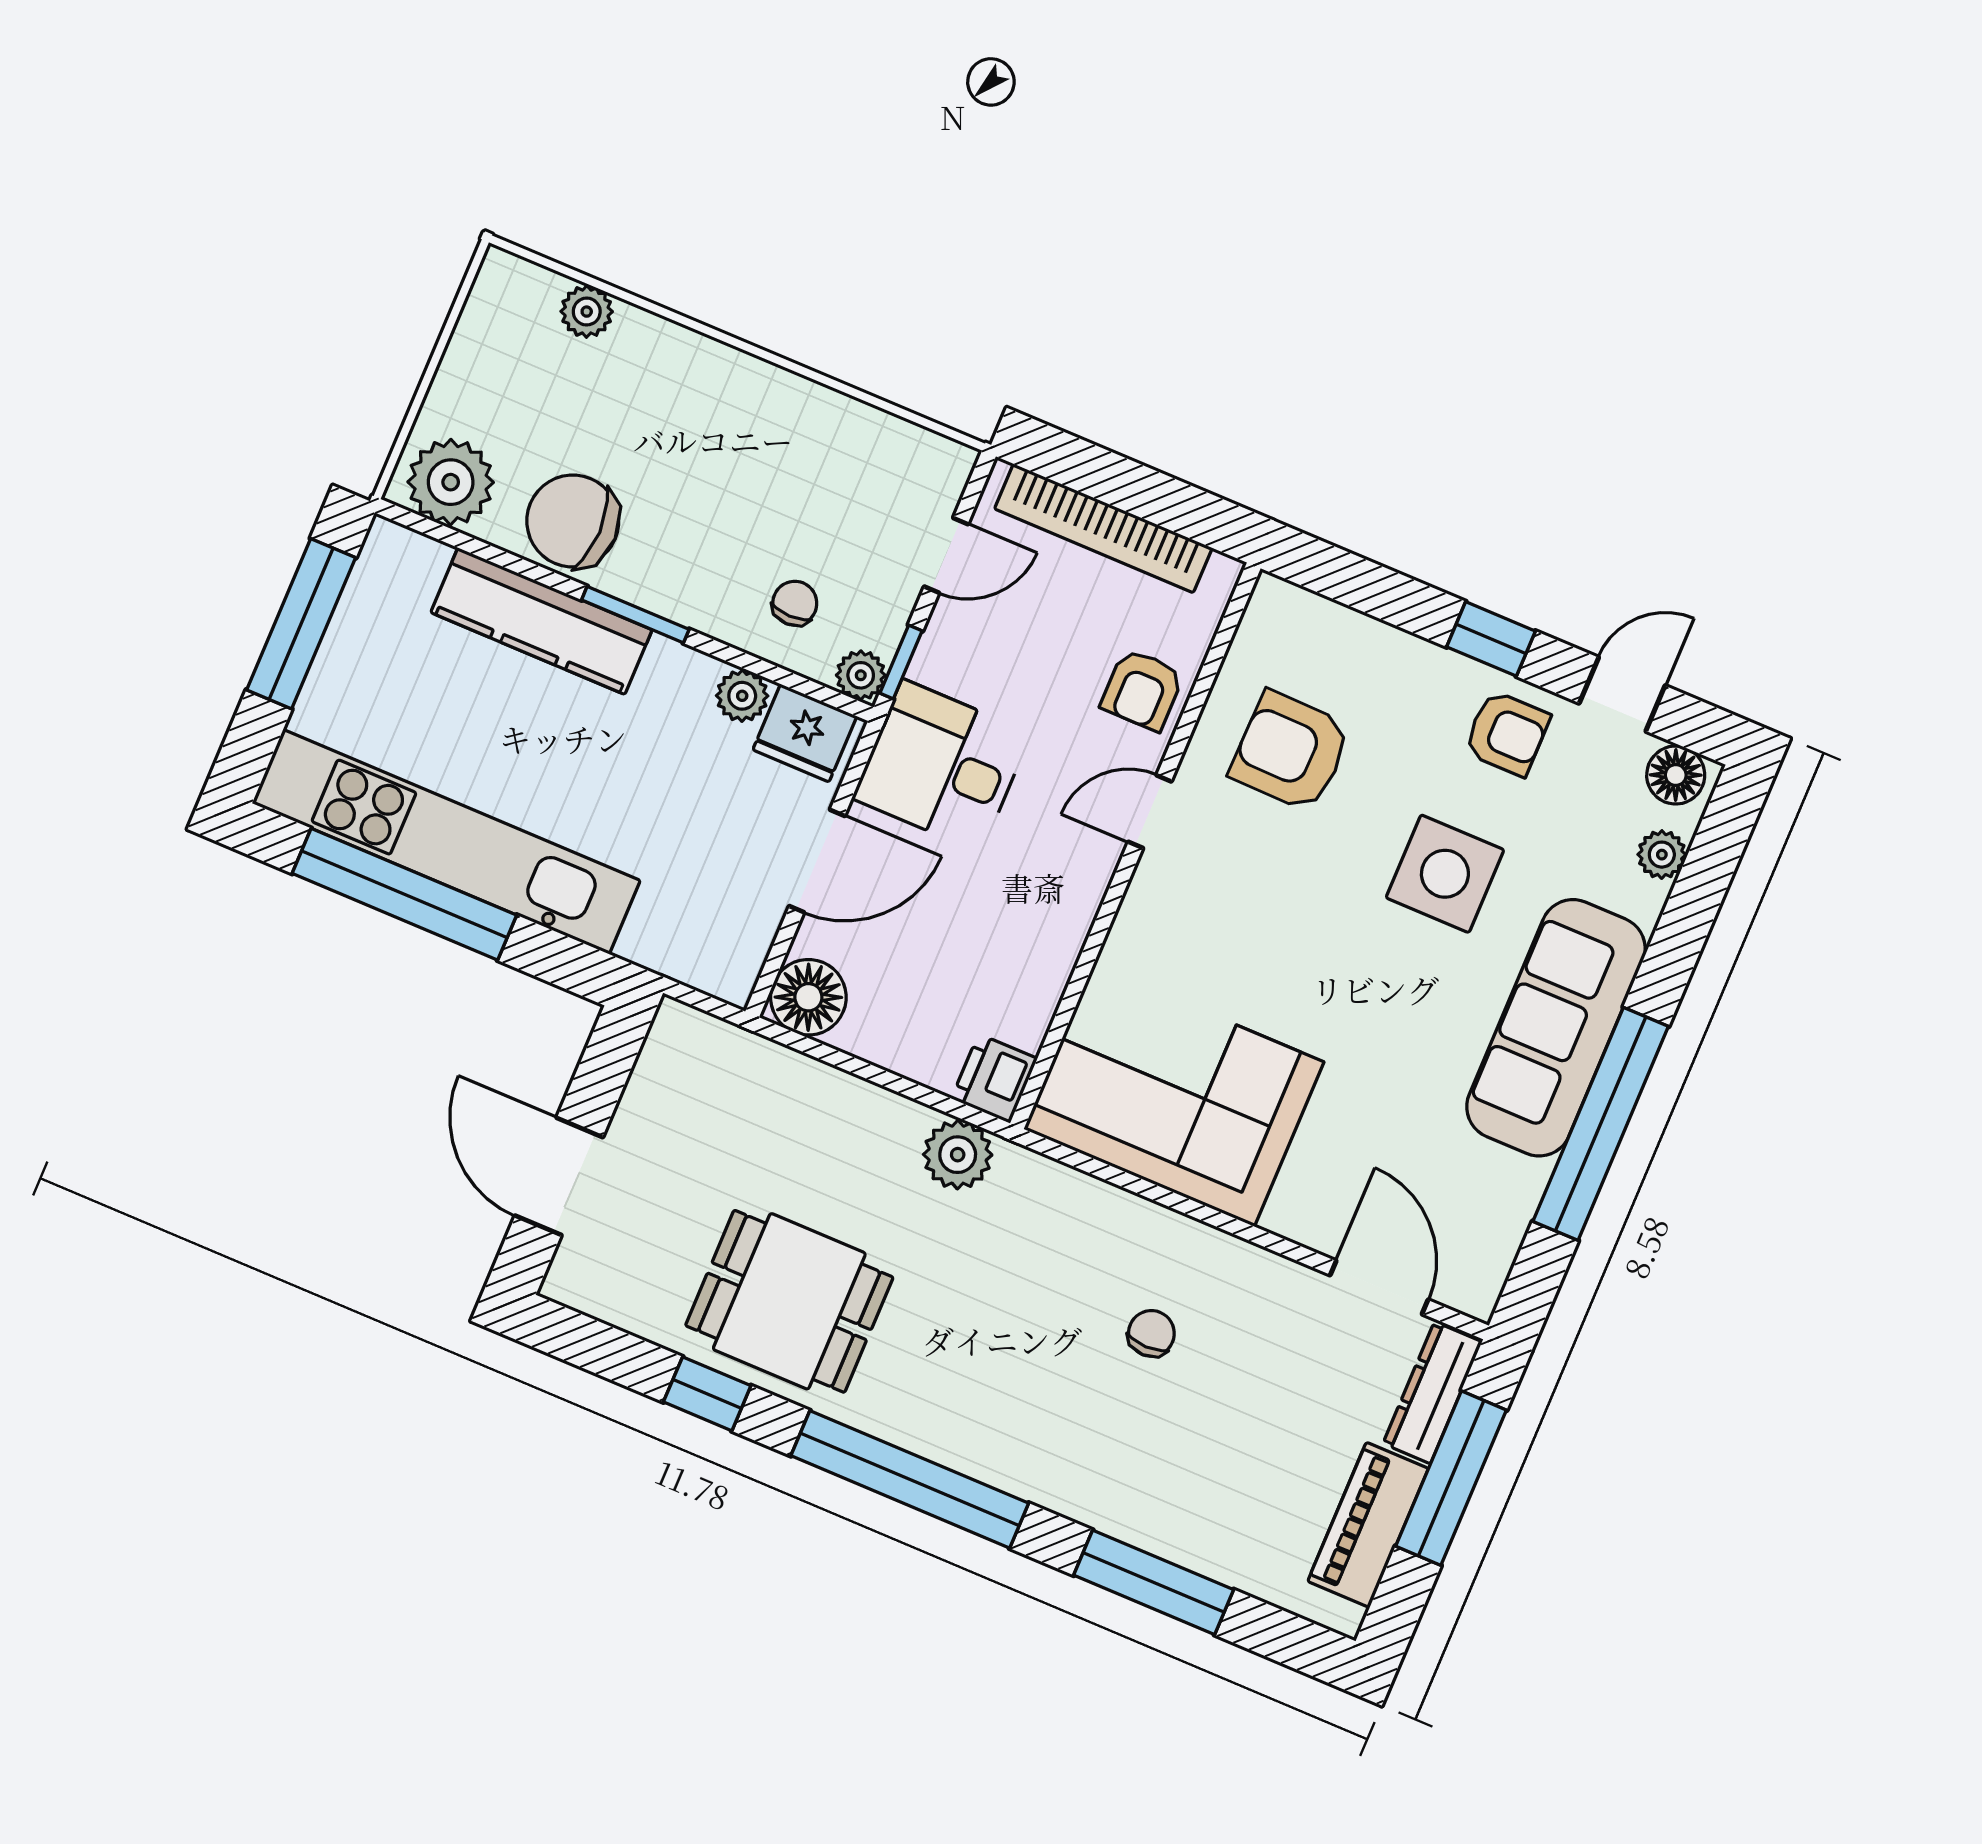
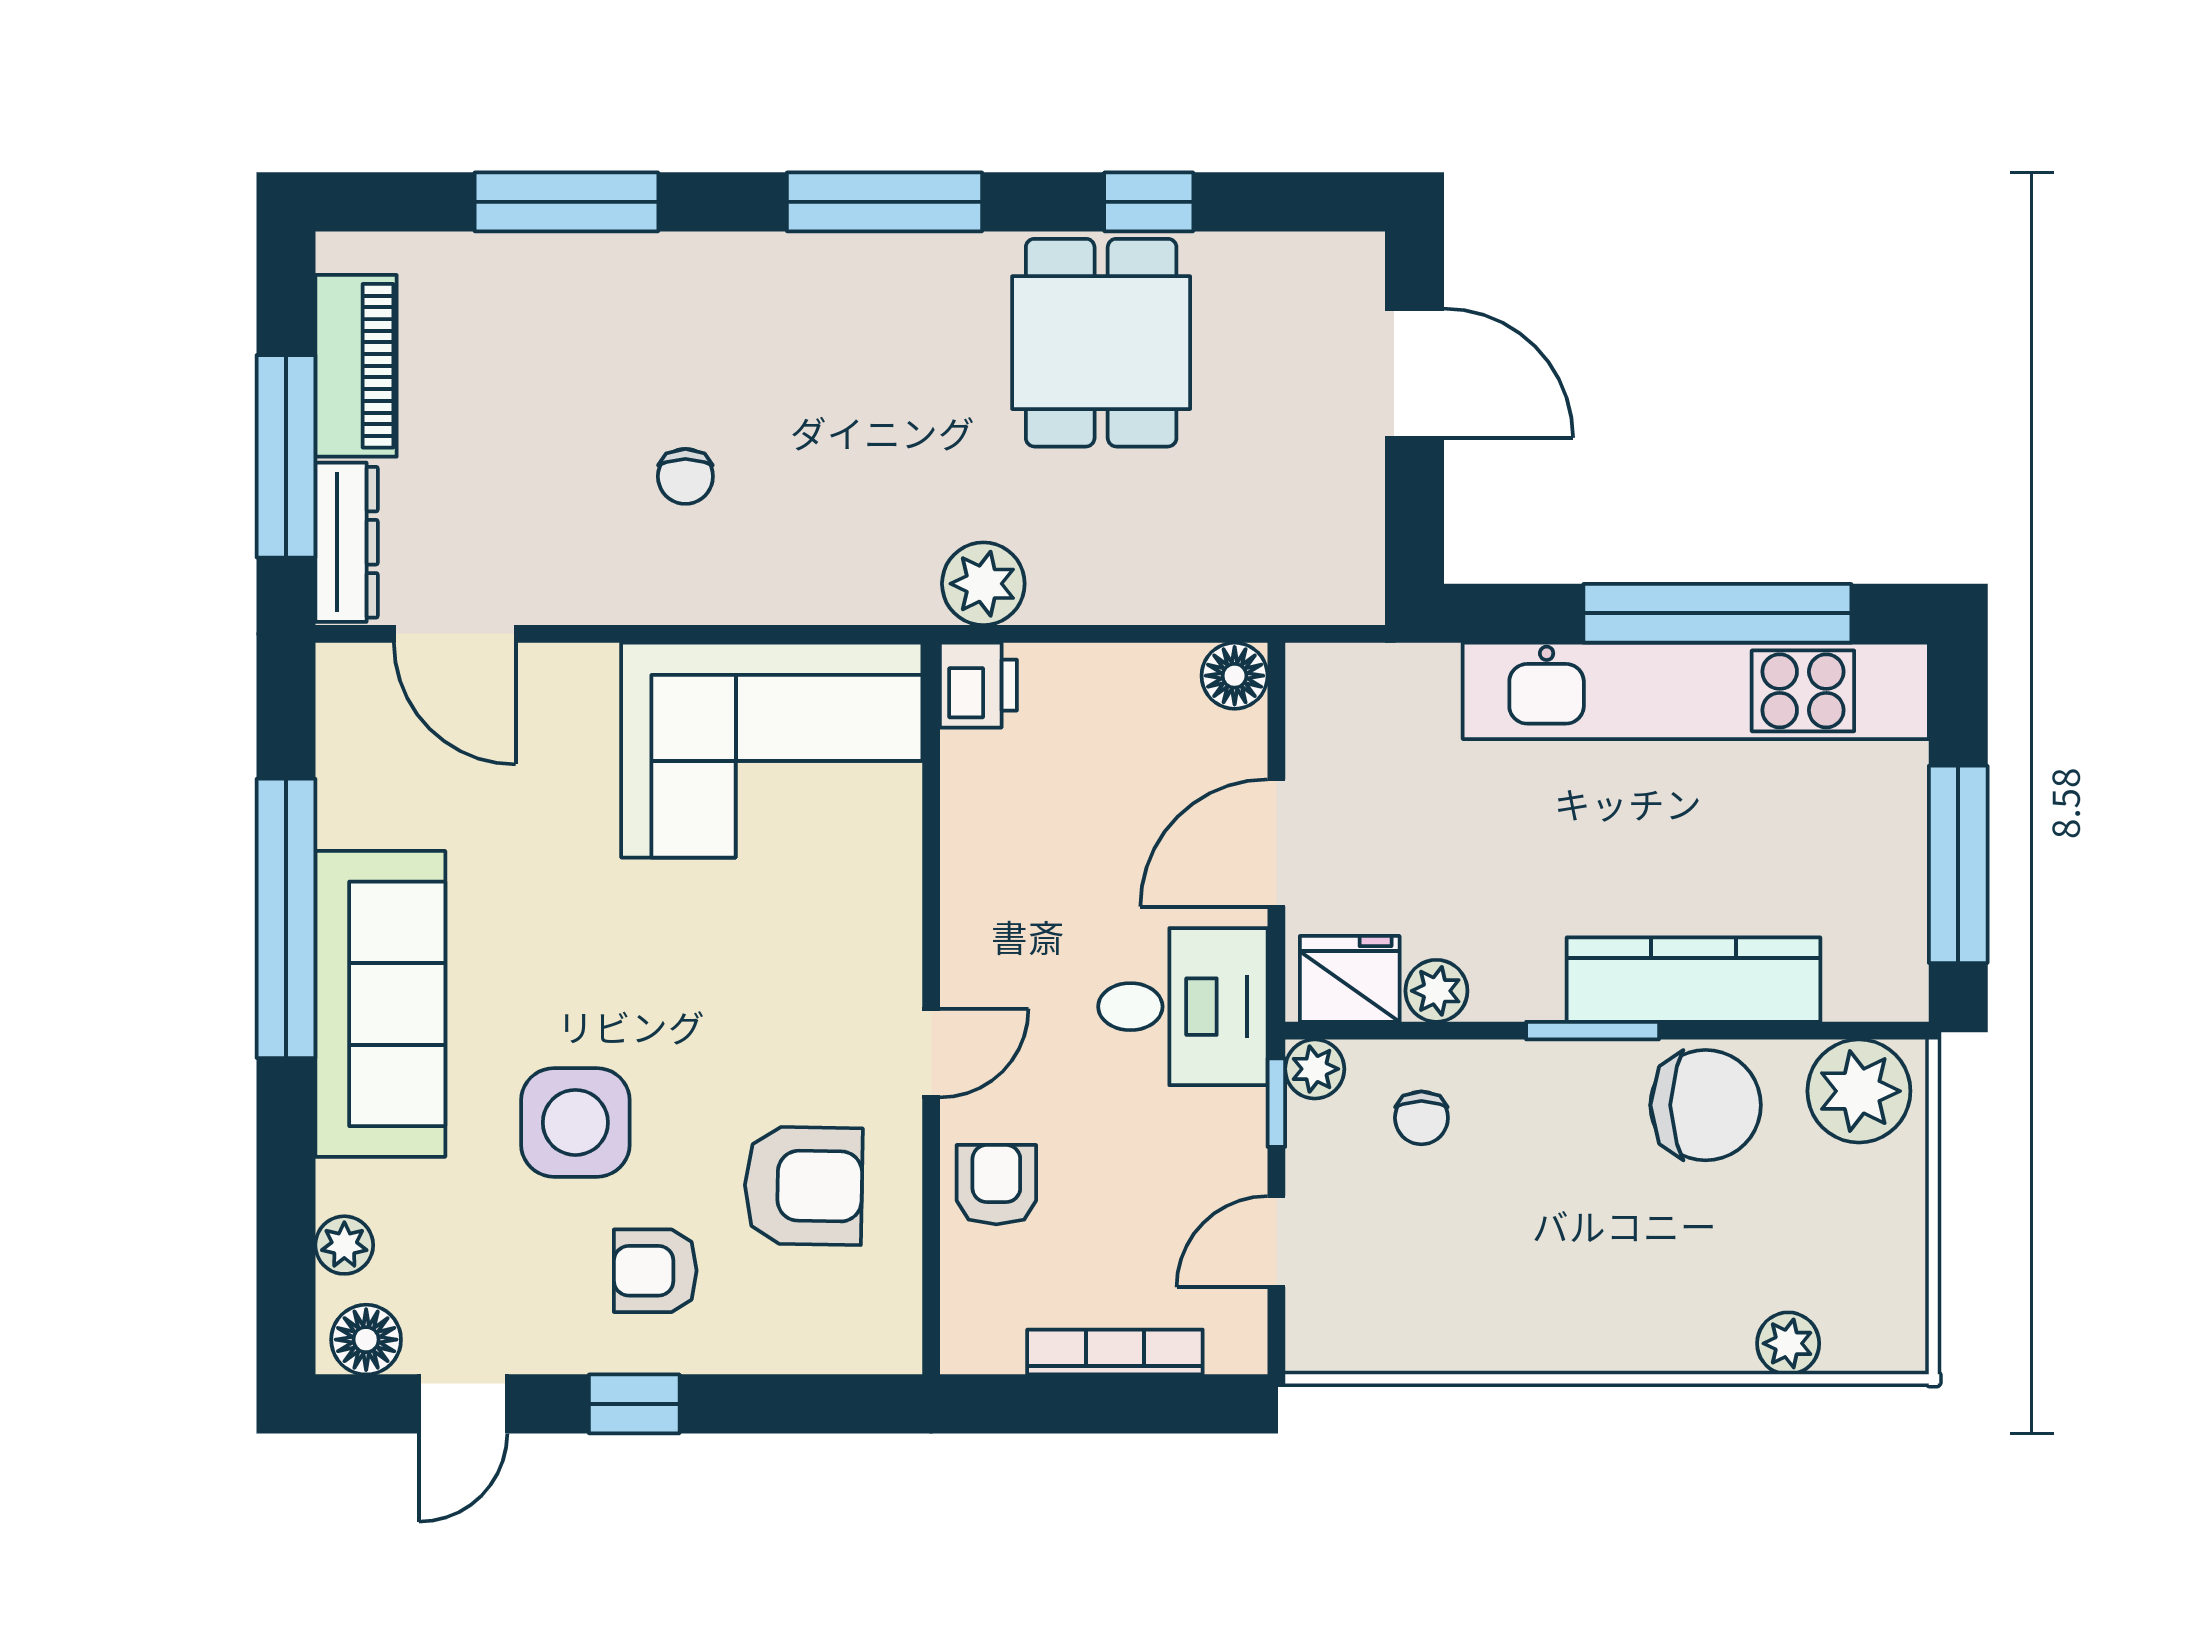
bookcase: (1103, 528) -> (1115, 1352), width x0.68, depth x0.76
armchair: (1507, 733) -> (655, 1271), moved
floor lamp: (808, 997) -> (1235, 676), width x0.73, depth x0.73
dining table: (789, 1301) -> (1101, 343), turned 90
window: (910, 1479) -> (885, 202), width x0.68

